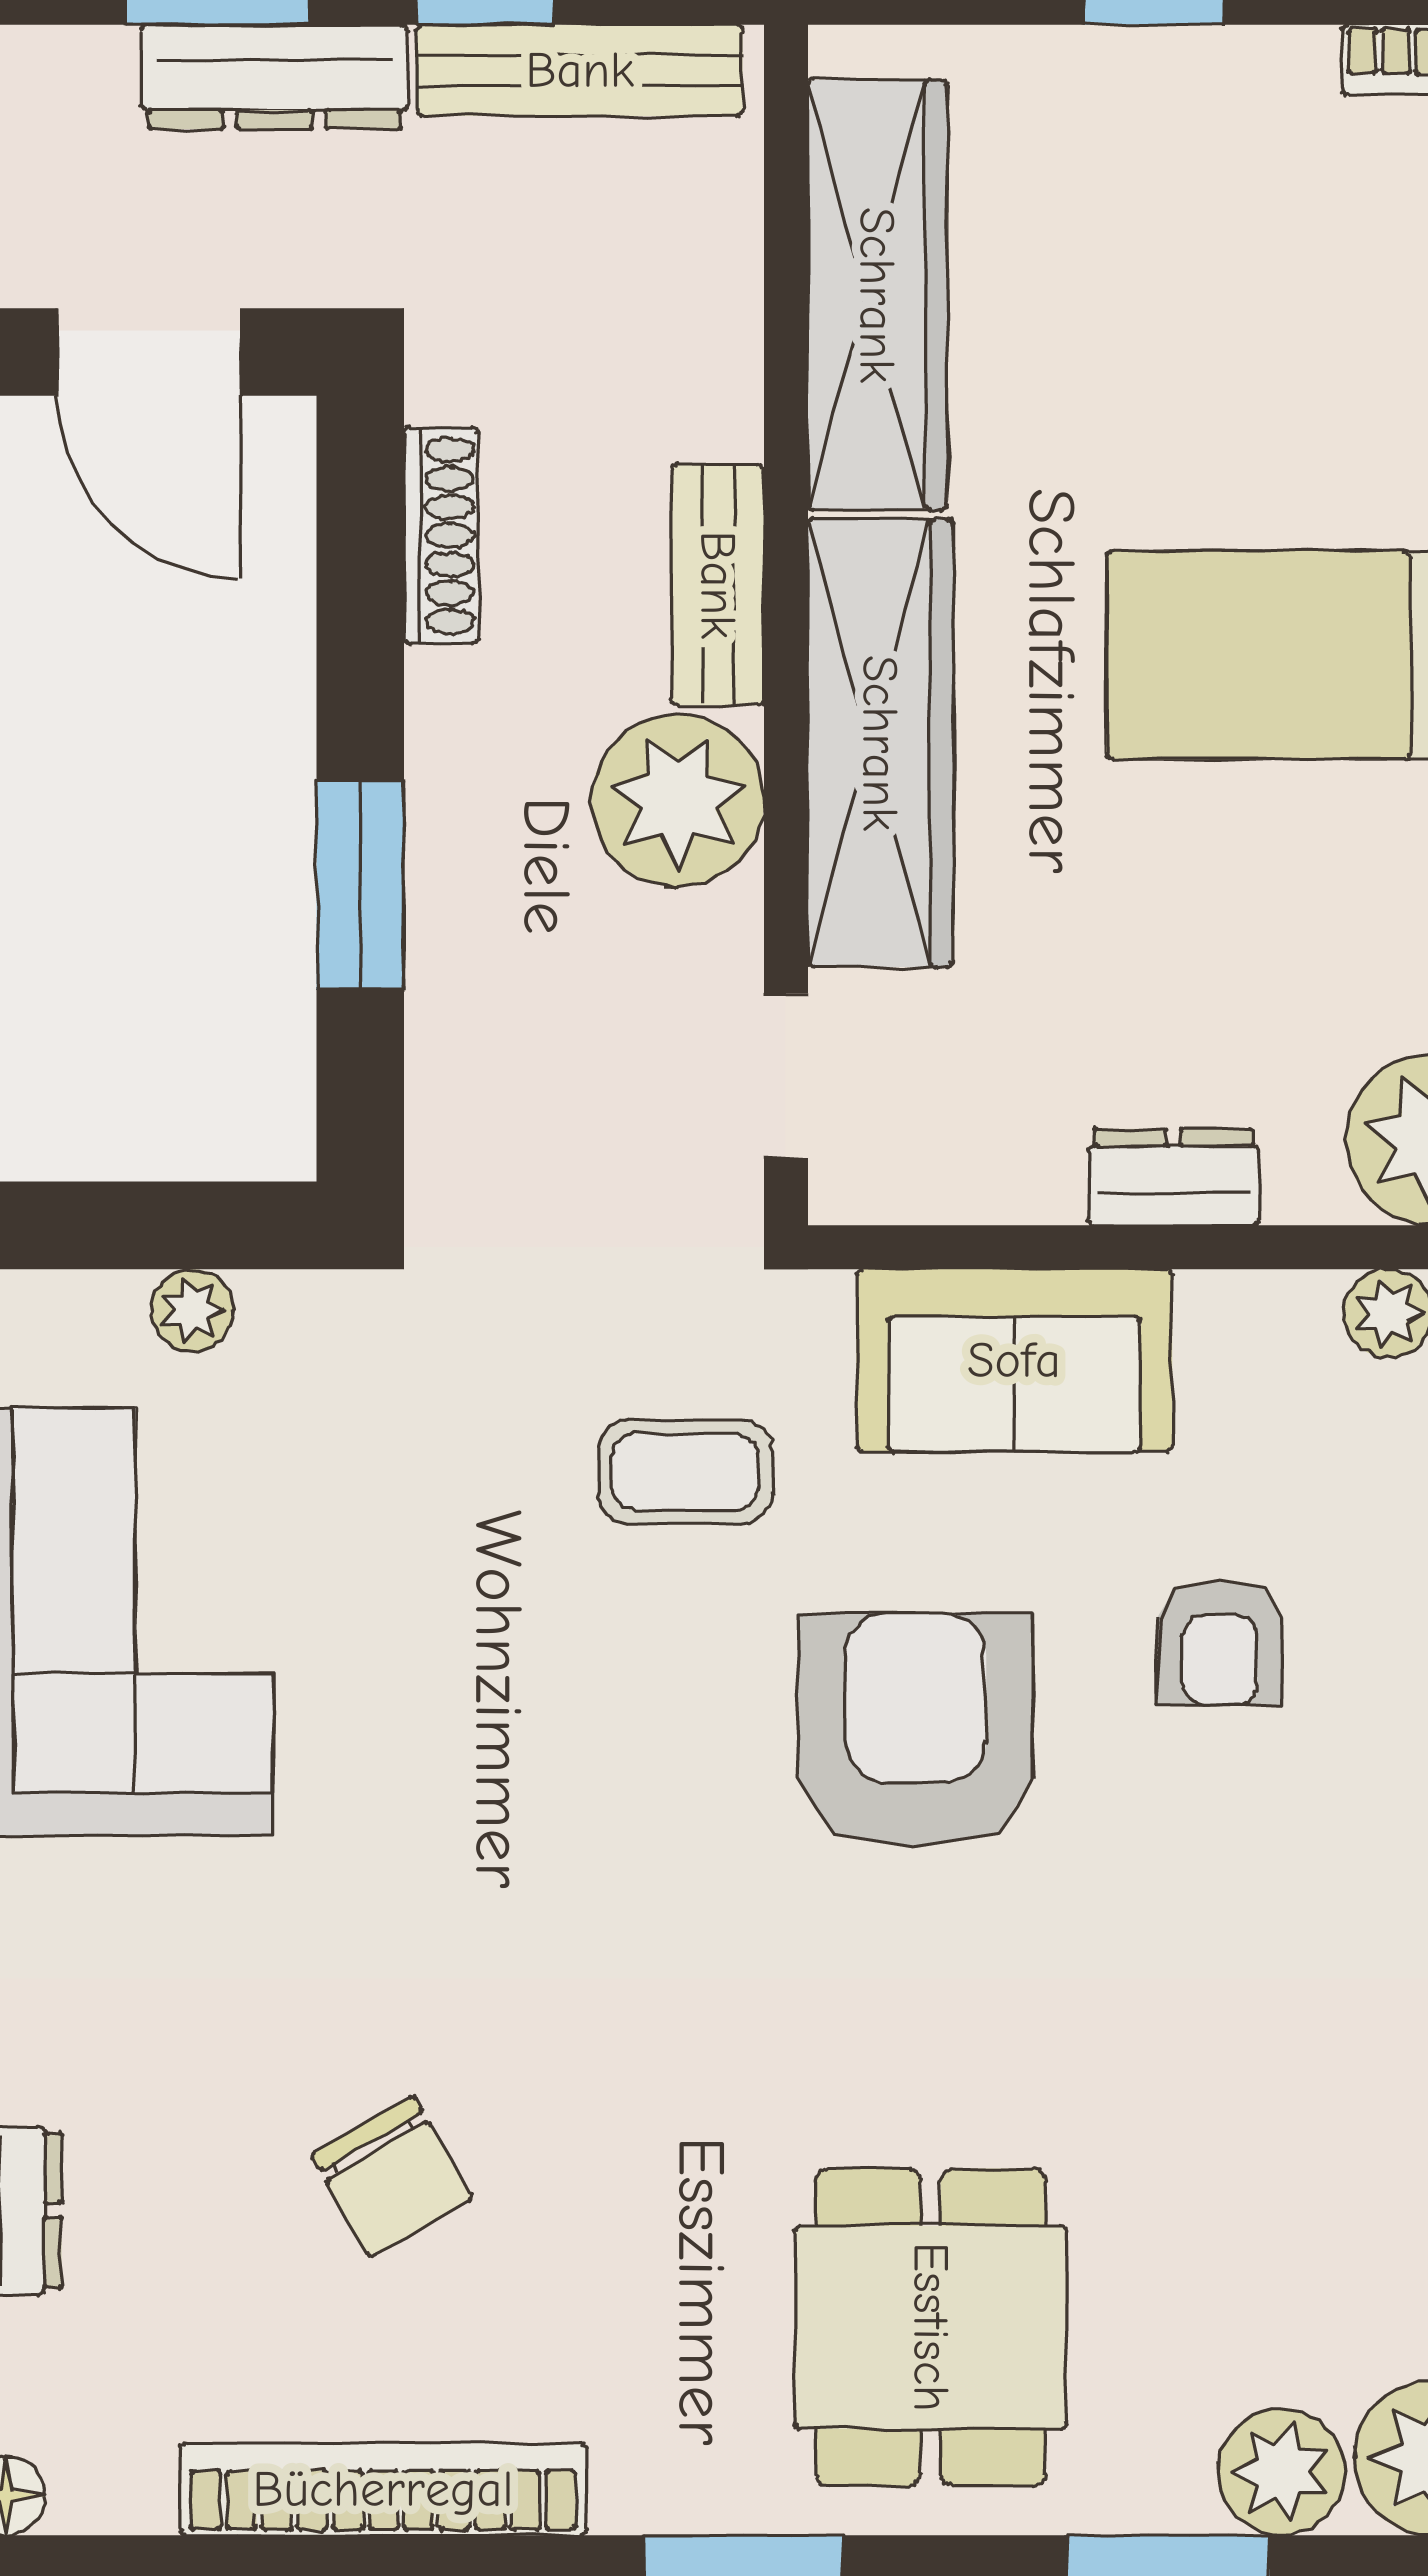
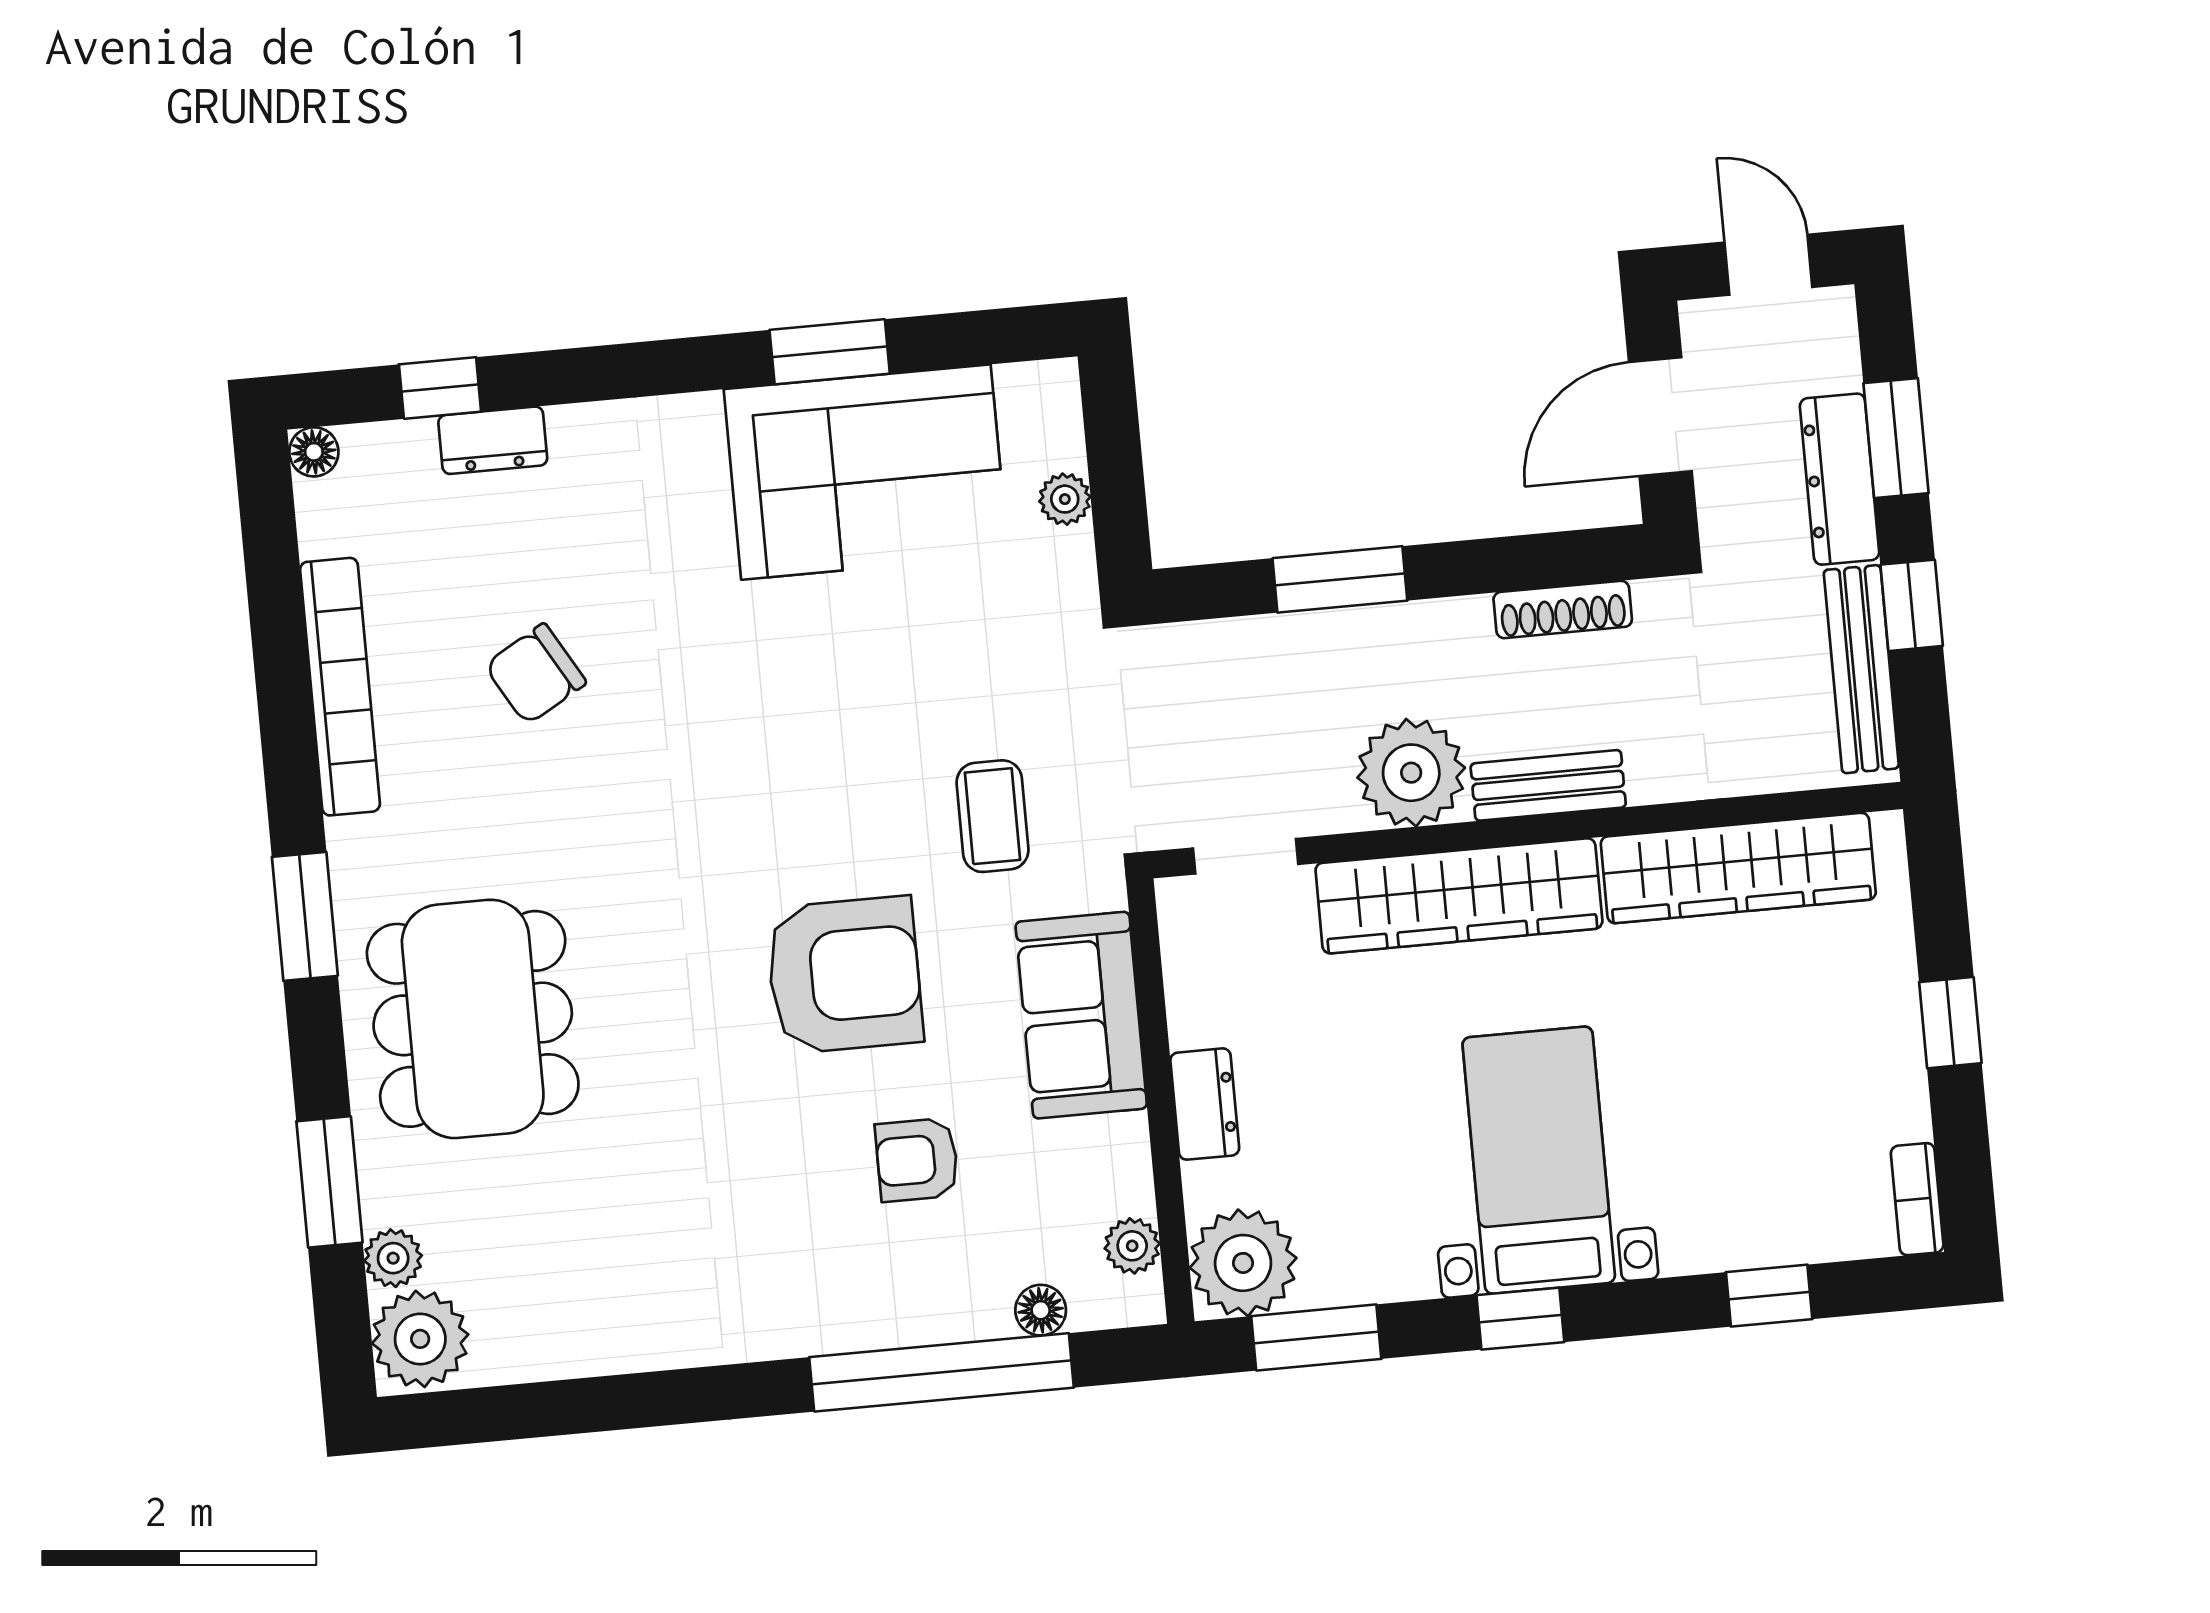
dining table: (931, 2327) -> (473, 1019), width x1.37
plant: (1281, 2472) -> (393, 1258), width x0.73, depth x0.73

